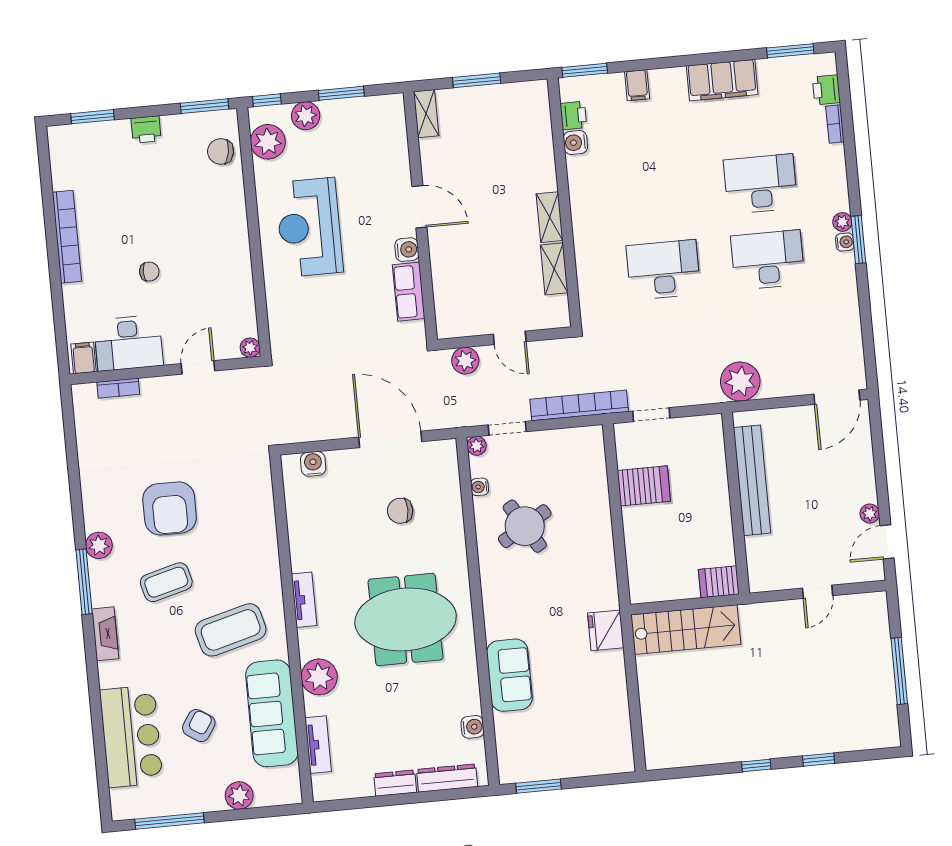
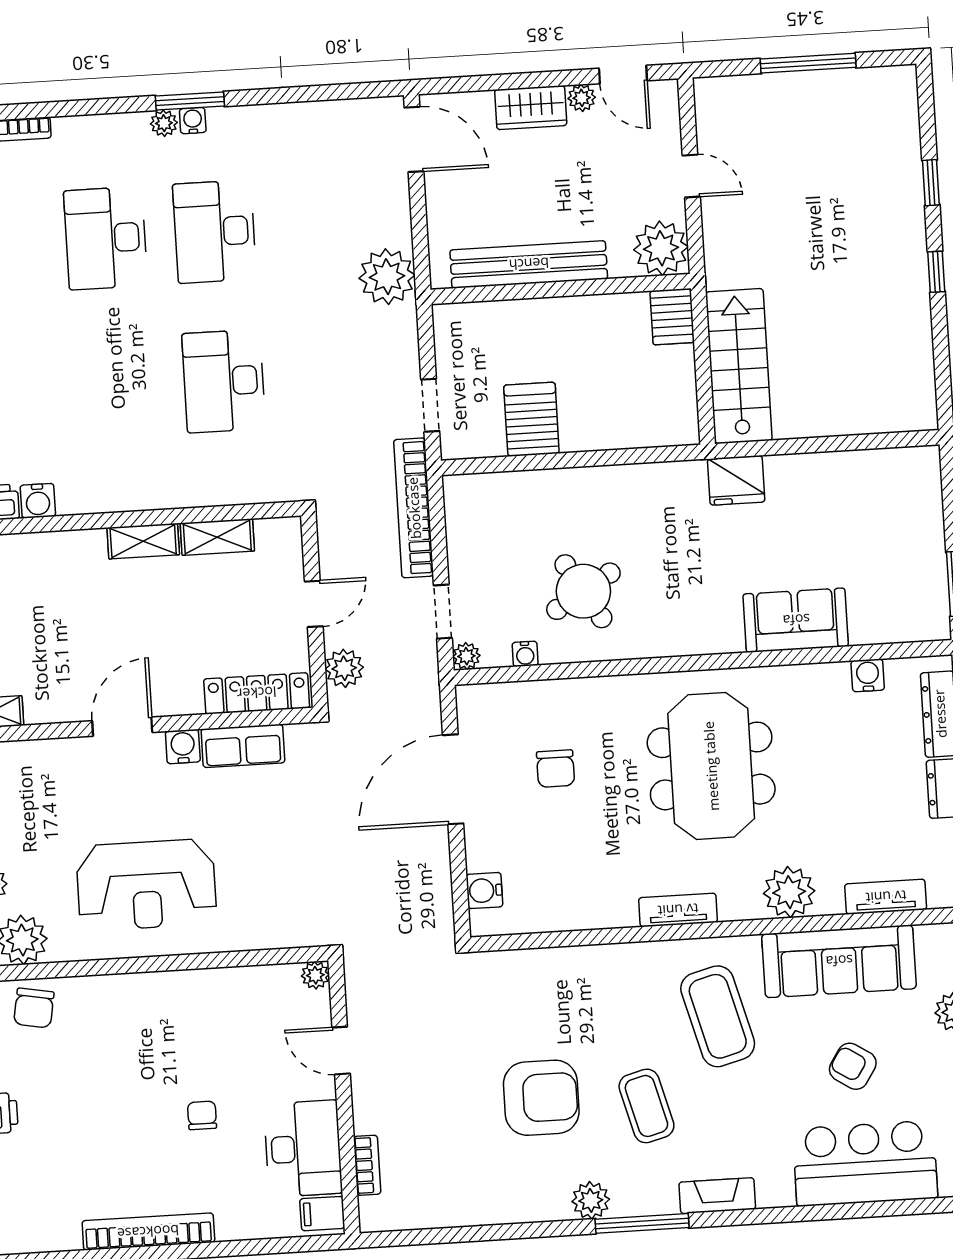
locker: (446, 300) -> (257, 693), added
wardrobe: (862, 478) -> (531, 108), added
plant: (766, 572) -> (661, 248), added

